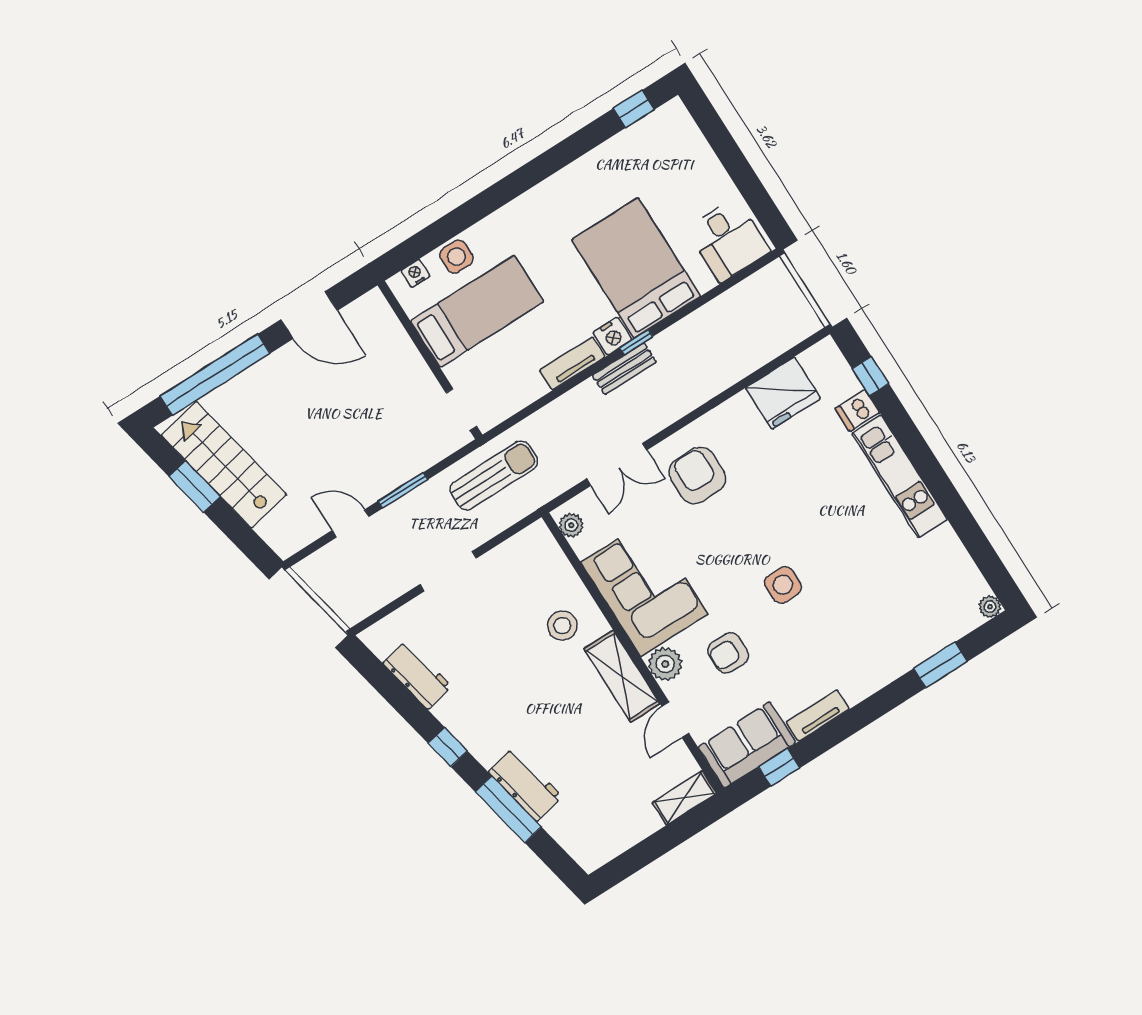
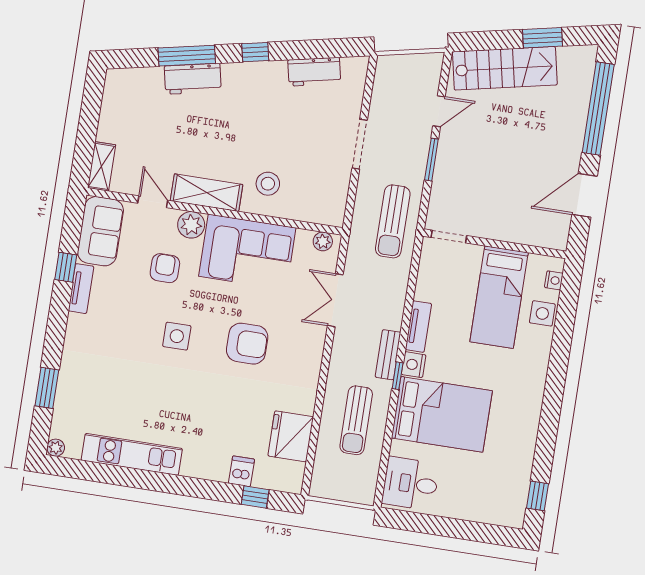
sun lounger: (713, 344) -> (356, 420), added
stairs: (224, 465) -> (505, 68), moved
armchair: (697, 475) -> (247, 344), moved
kitchen unit: (900, 476) -> (132, 454), moved
window: (779, 767) -> (66, 267), moved

